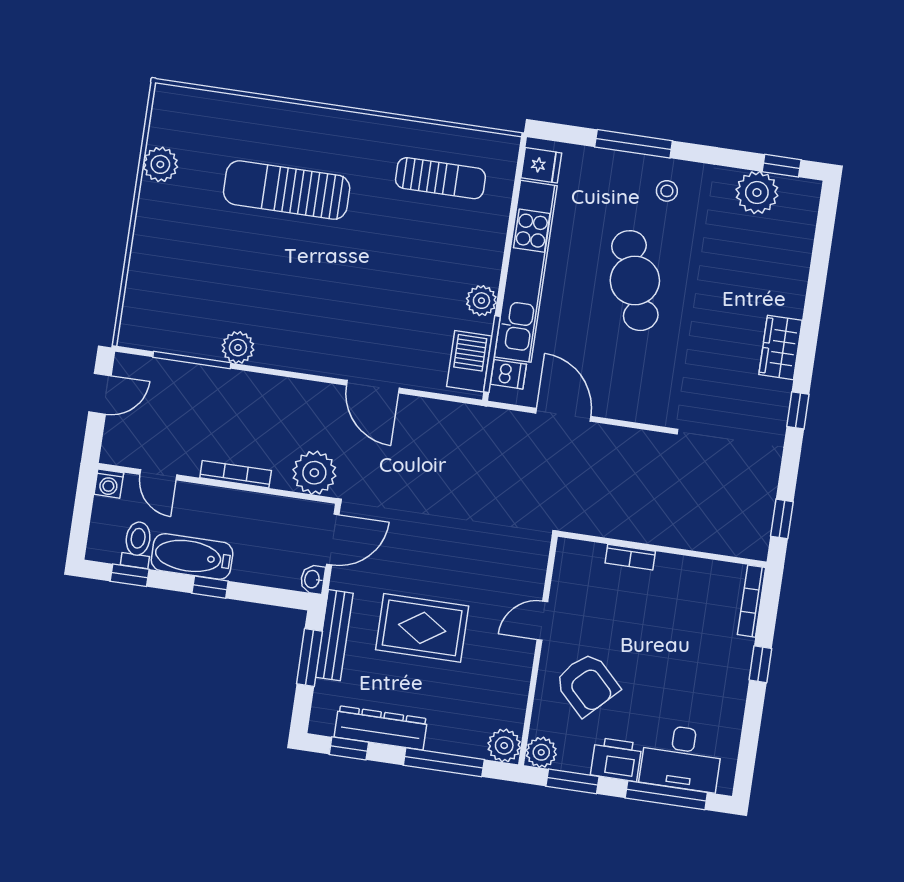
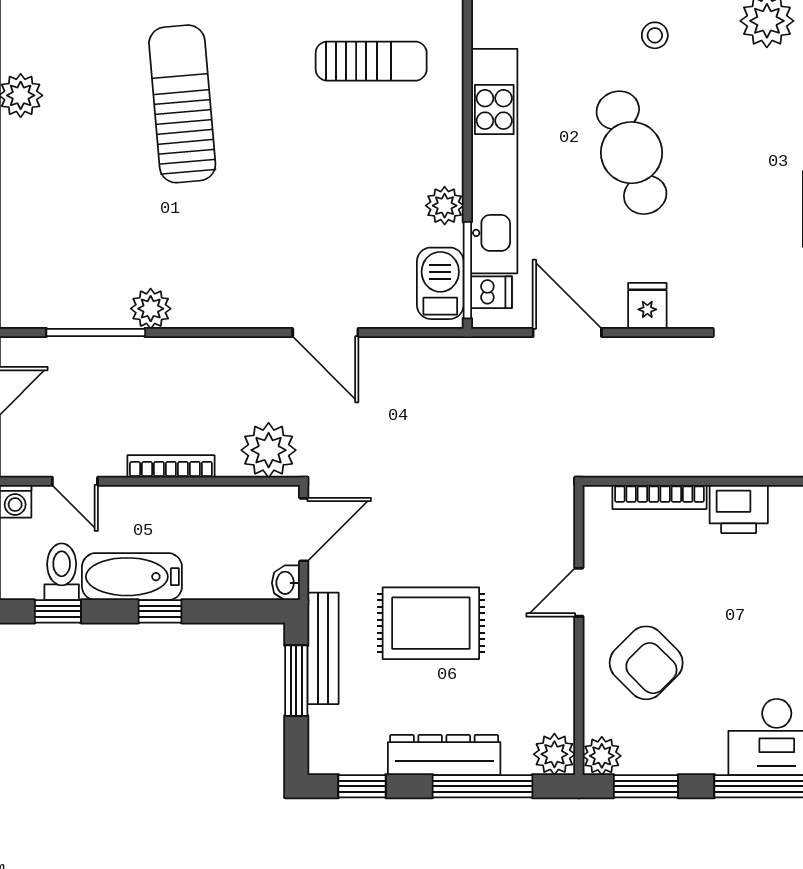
fridge: (541, 165) -> (647, 306), moved, turned -90
sun lounger: (287, 190) -> (182, 104), turned 85
bookcase: (630, 557) -> (659, 497), width x1.56
dresser: (381, 728) -> (444, 755), moved
printer: (616, 759) -> (739, 509), moved, turned 180

